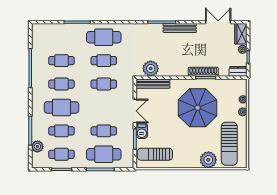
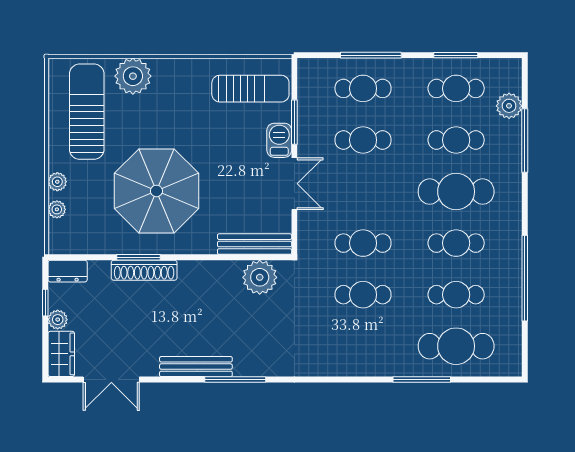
cafe table: (104, 37) -> (456, 346), moved
double door: (135, 111) -> (294, 184), swing flipped
cafe table: (104, 154) -> (363, 88), width x0.73, depth x0.74

